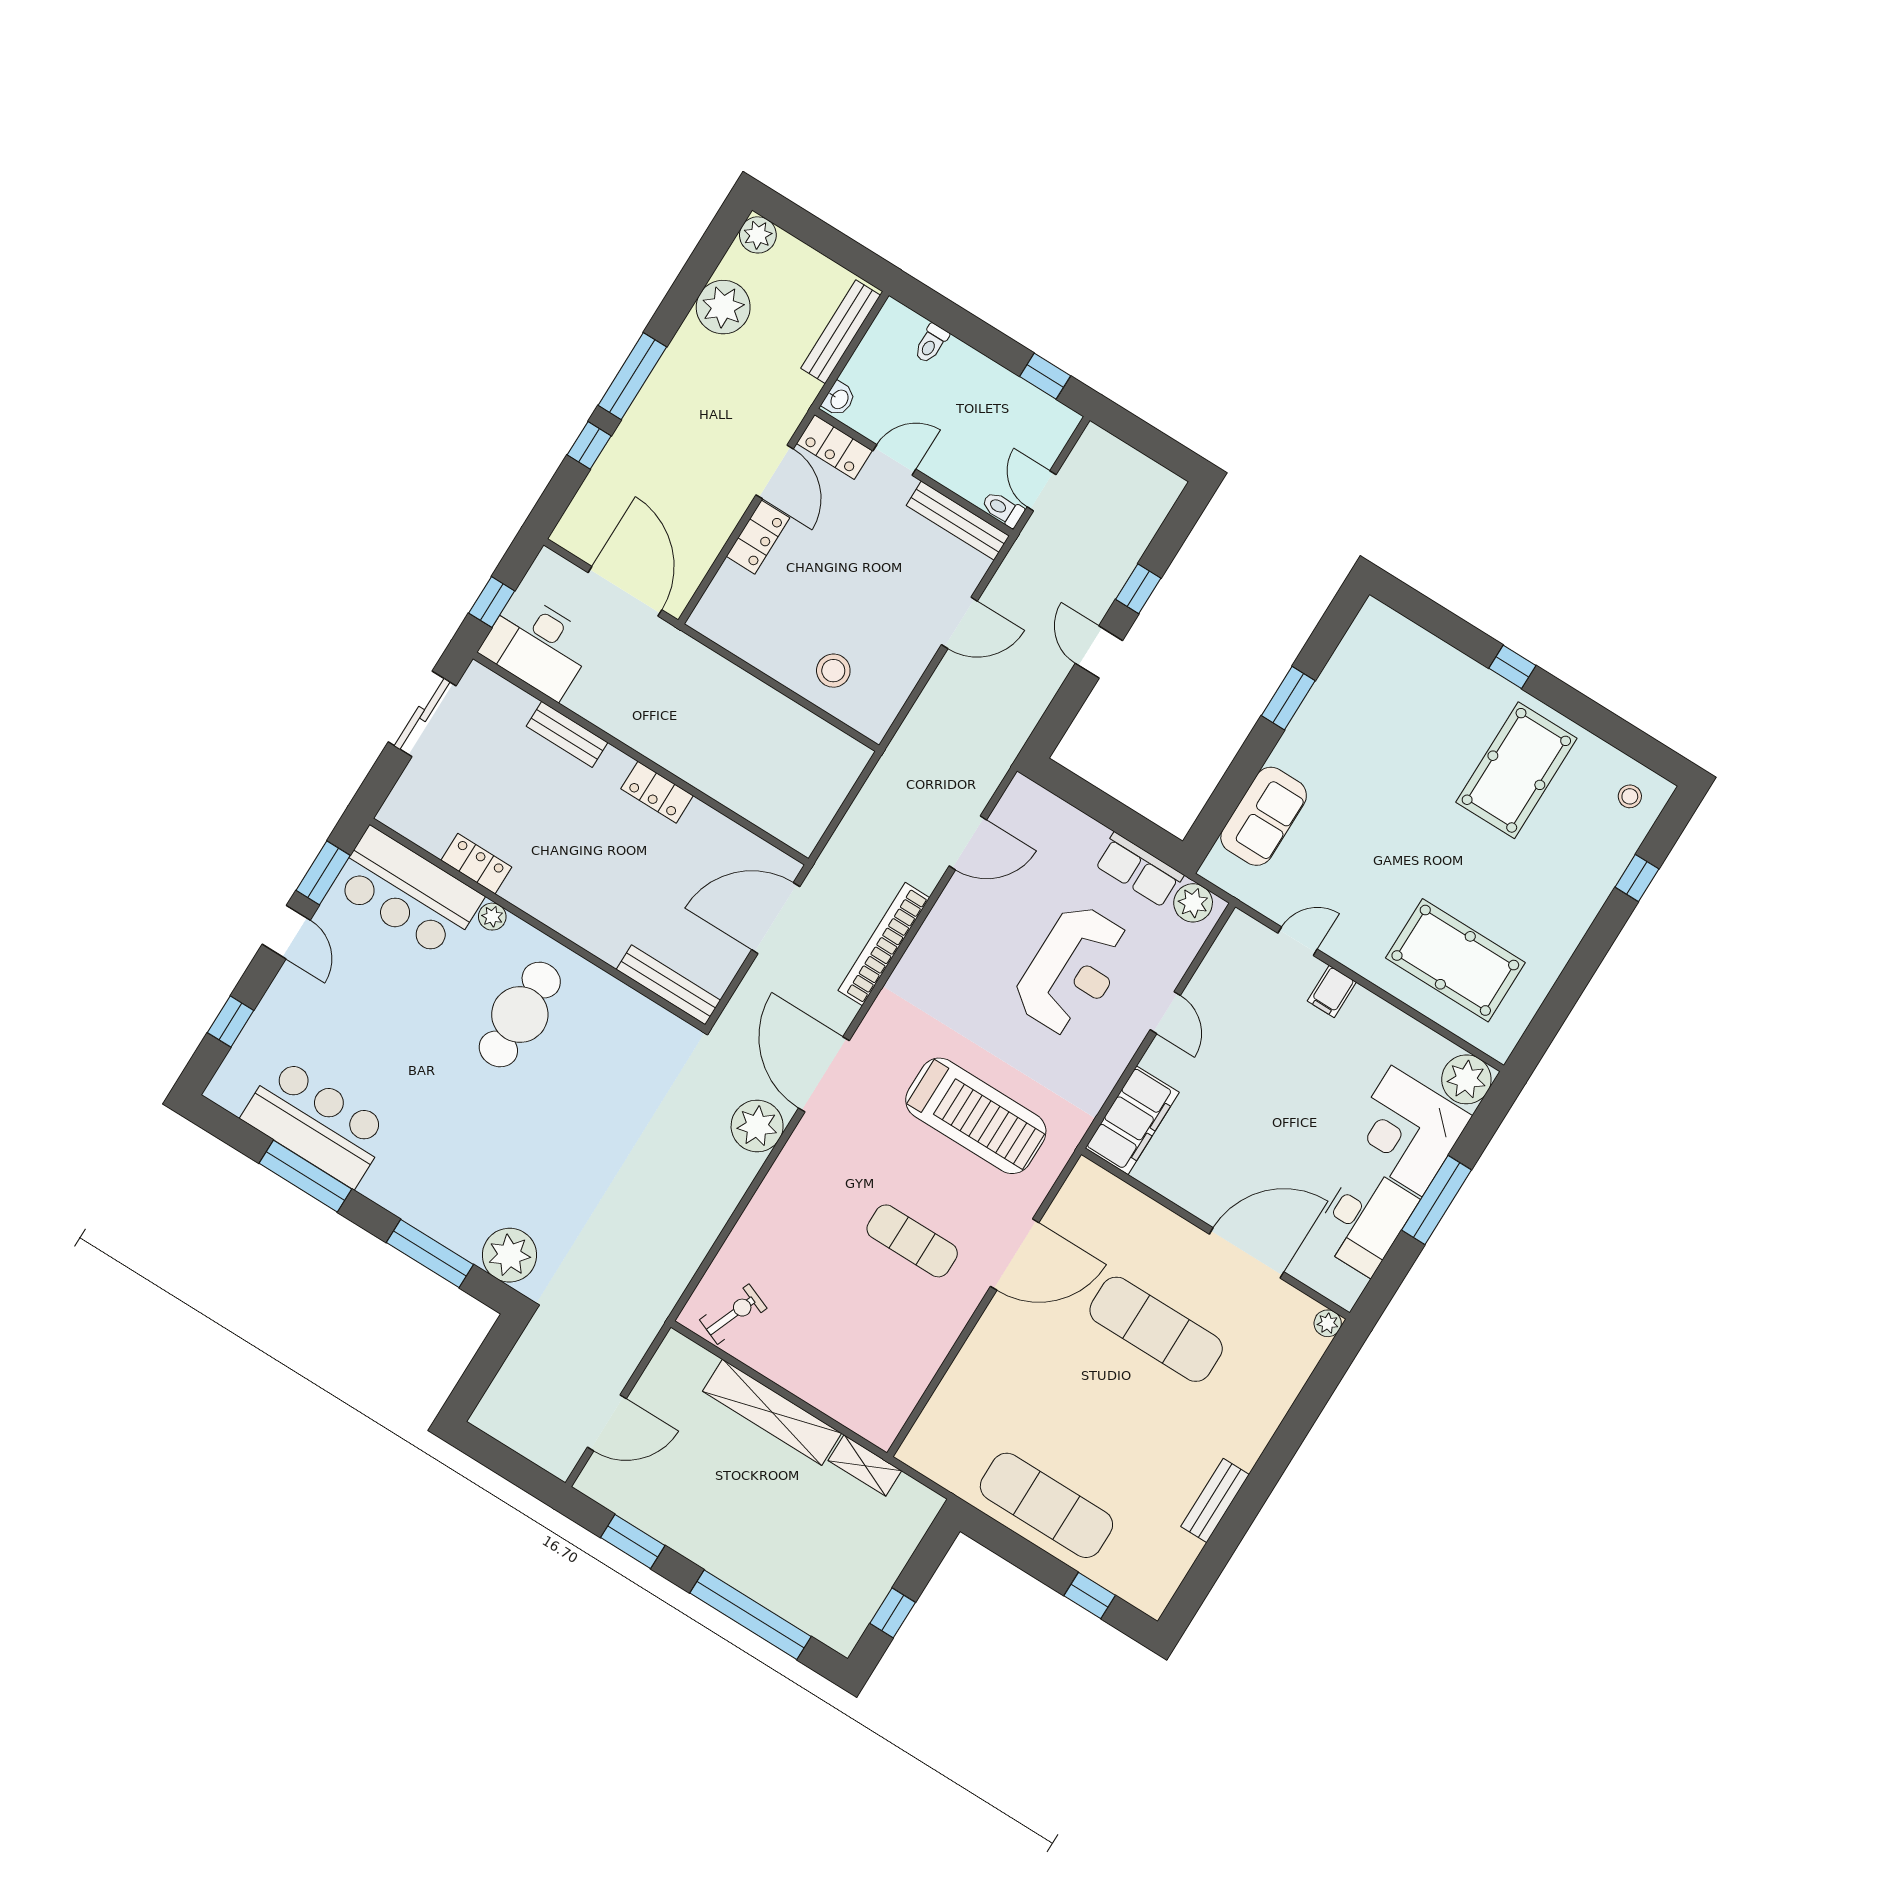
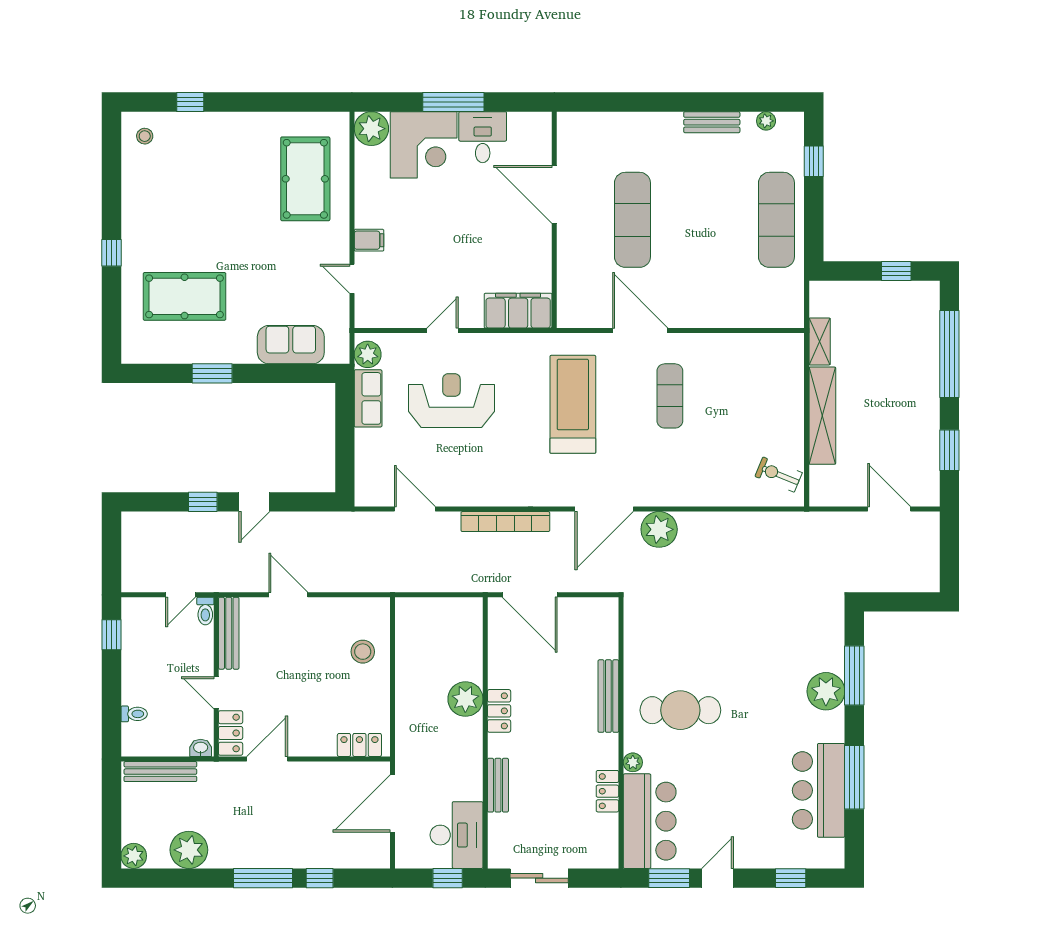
locker: (758, 537) -> (359, 745), moved
plant: (697, 760) -> (465, 699), added
pool table: (1516, 770) -> (185, 296), moved
bench: (668, 985) -> (608, 696), moved
desk: (1364, 1220) -> (483, 137), width x0.73
plant: (509, 1255) -> (826, 691), moved
plant: (1328, 1323) -> (766, 121), moved

